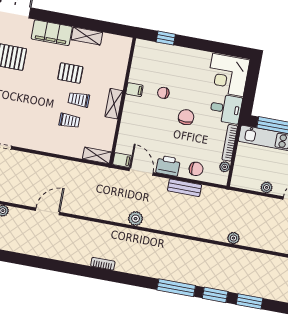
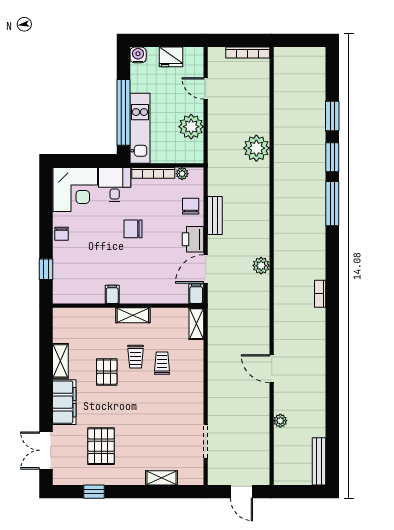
chair: (163, 93) -> (61, 234), moved
plant: (267, 187) -> (191, 127), width x1.87, depth x1.87
plant: (233, 238) -> (256, 148), width x1.87, depth x1.87

